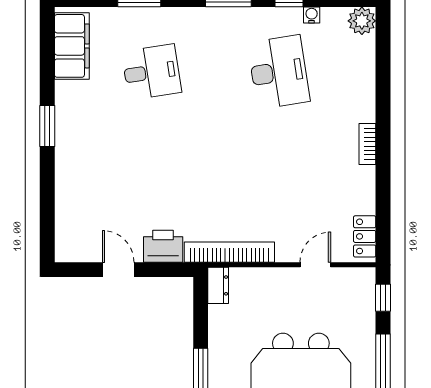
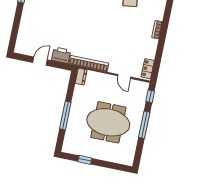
door: (315, 265) -> (124, 76), swing flipped
door: (118, 270) -> (40, 61), hinge flipped

